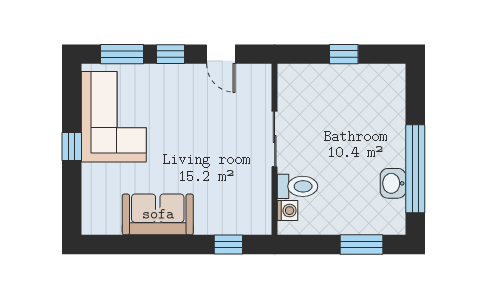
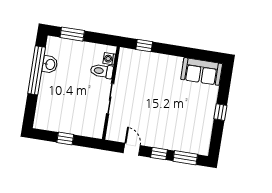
corner sofa: (114, 117) -> (195, 125), removed
sofa: (158, 214) -> (202, 71), moved

